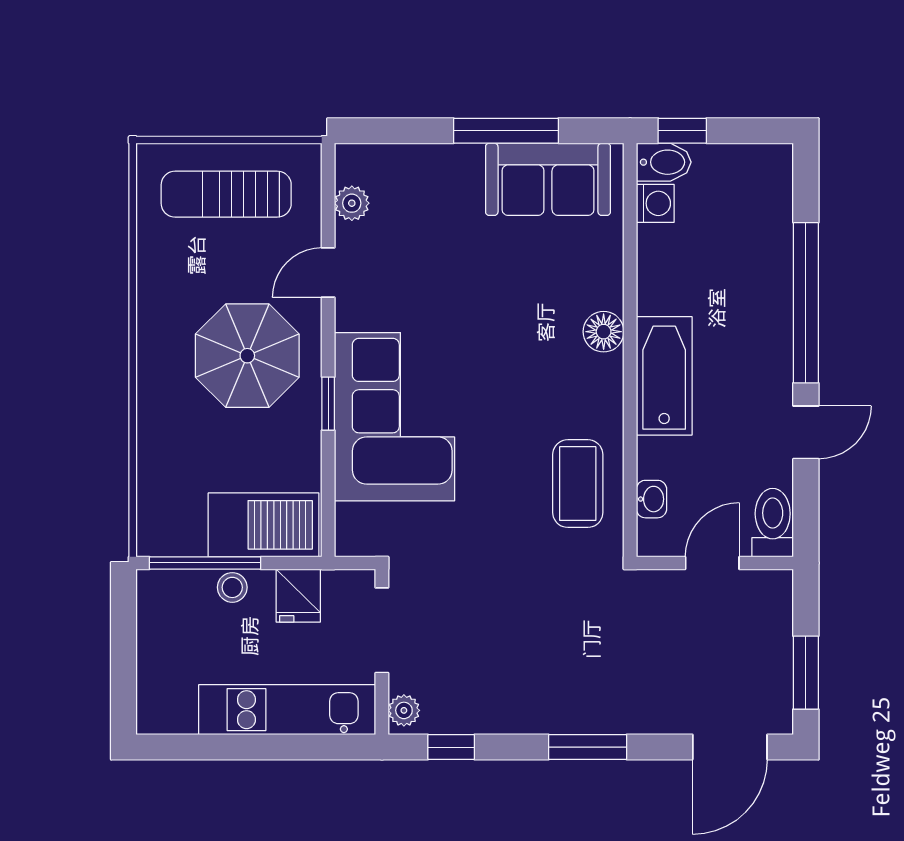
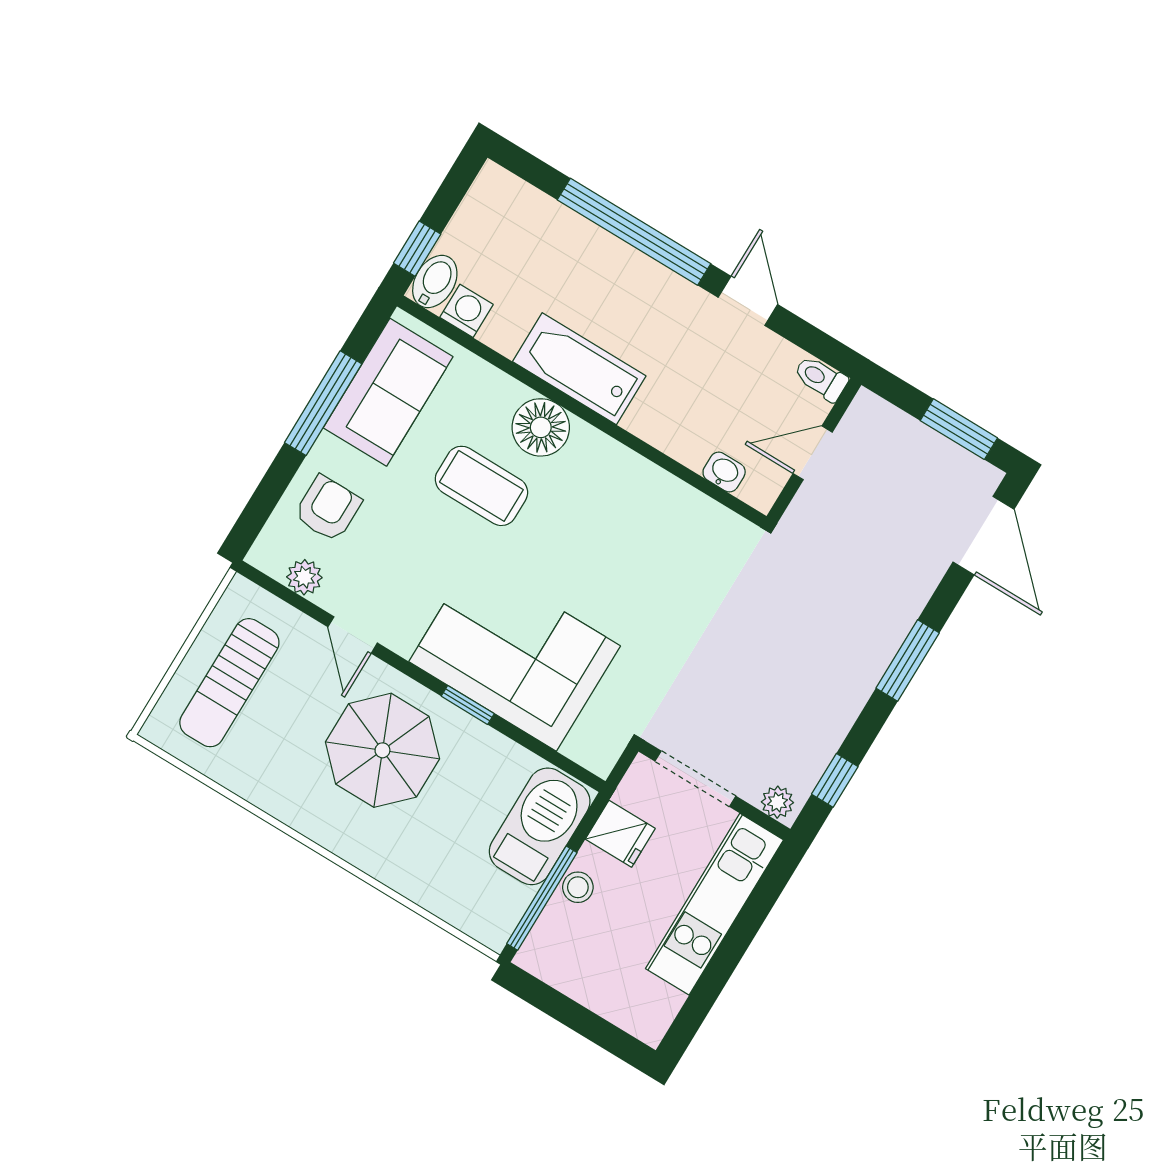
armchair: (421, 188) -> (328, 509), added
floor lamp: (604, 332) -> (541, 427), width x1.38, depth x1.38
bathtub: (664, 376) -> (579, 369), moved
coffee table: (578, 484) -> (481, 486), moved
toilet: (773, 523) -> (821, 378), width x0.73, depth x0.72
door: (712, 563) -> (813, 453), hinge flipped

